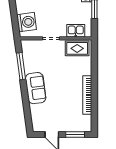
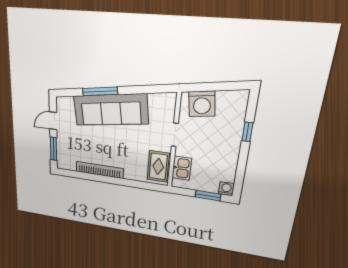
window: (21, 66) -> (100, 91), moved
sofa: (36, 88) -> (111, 110), width x1.85, depth x1.27

